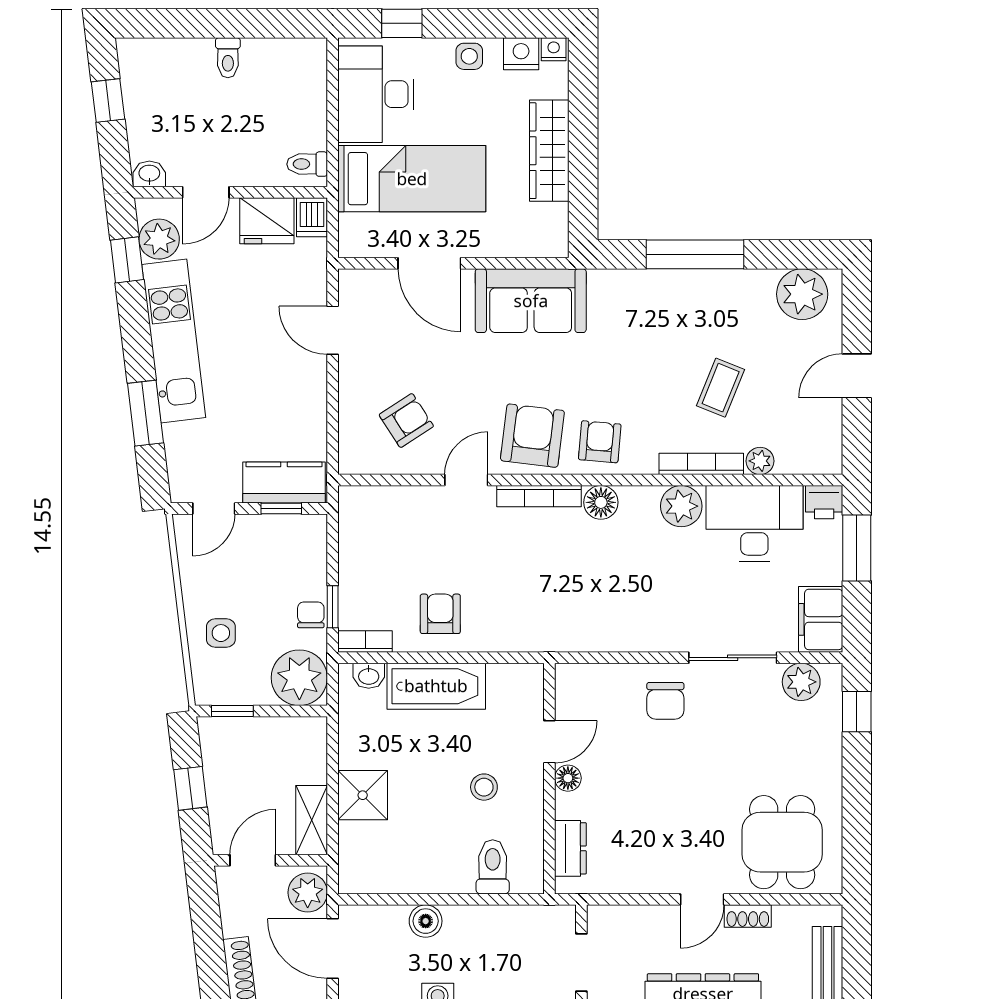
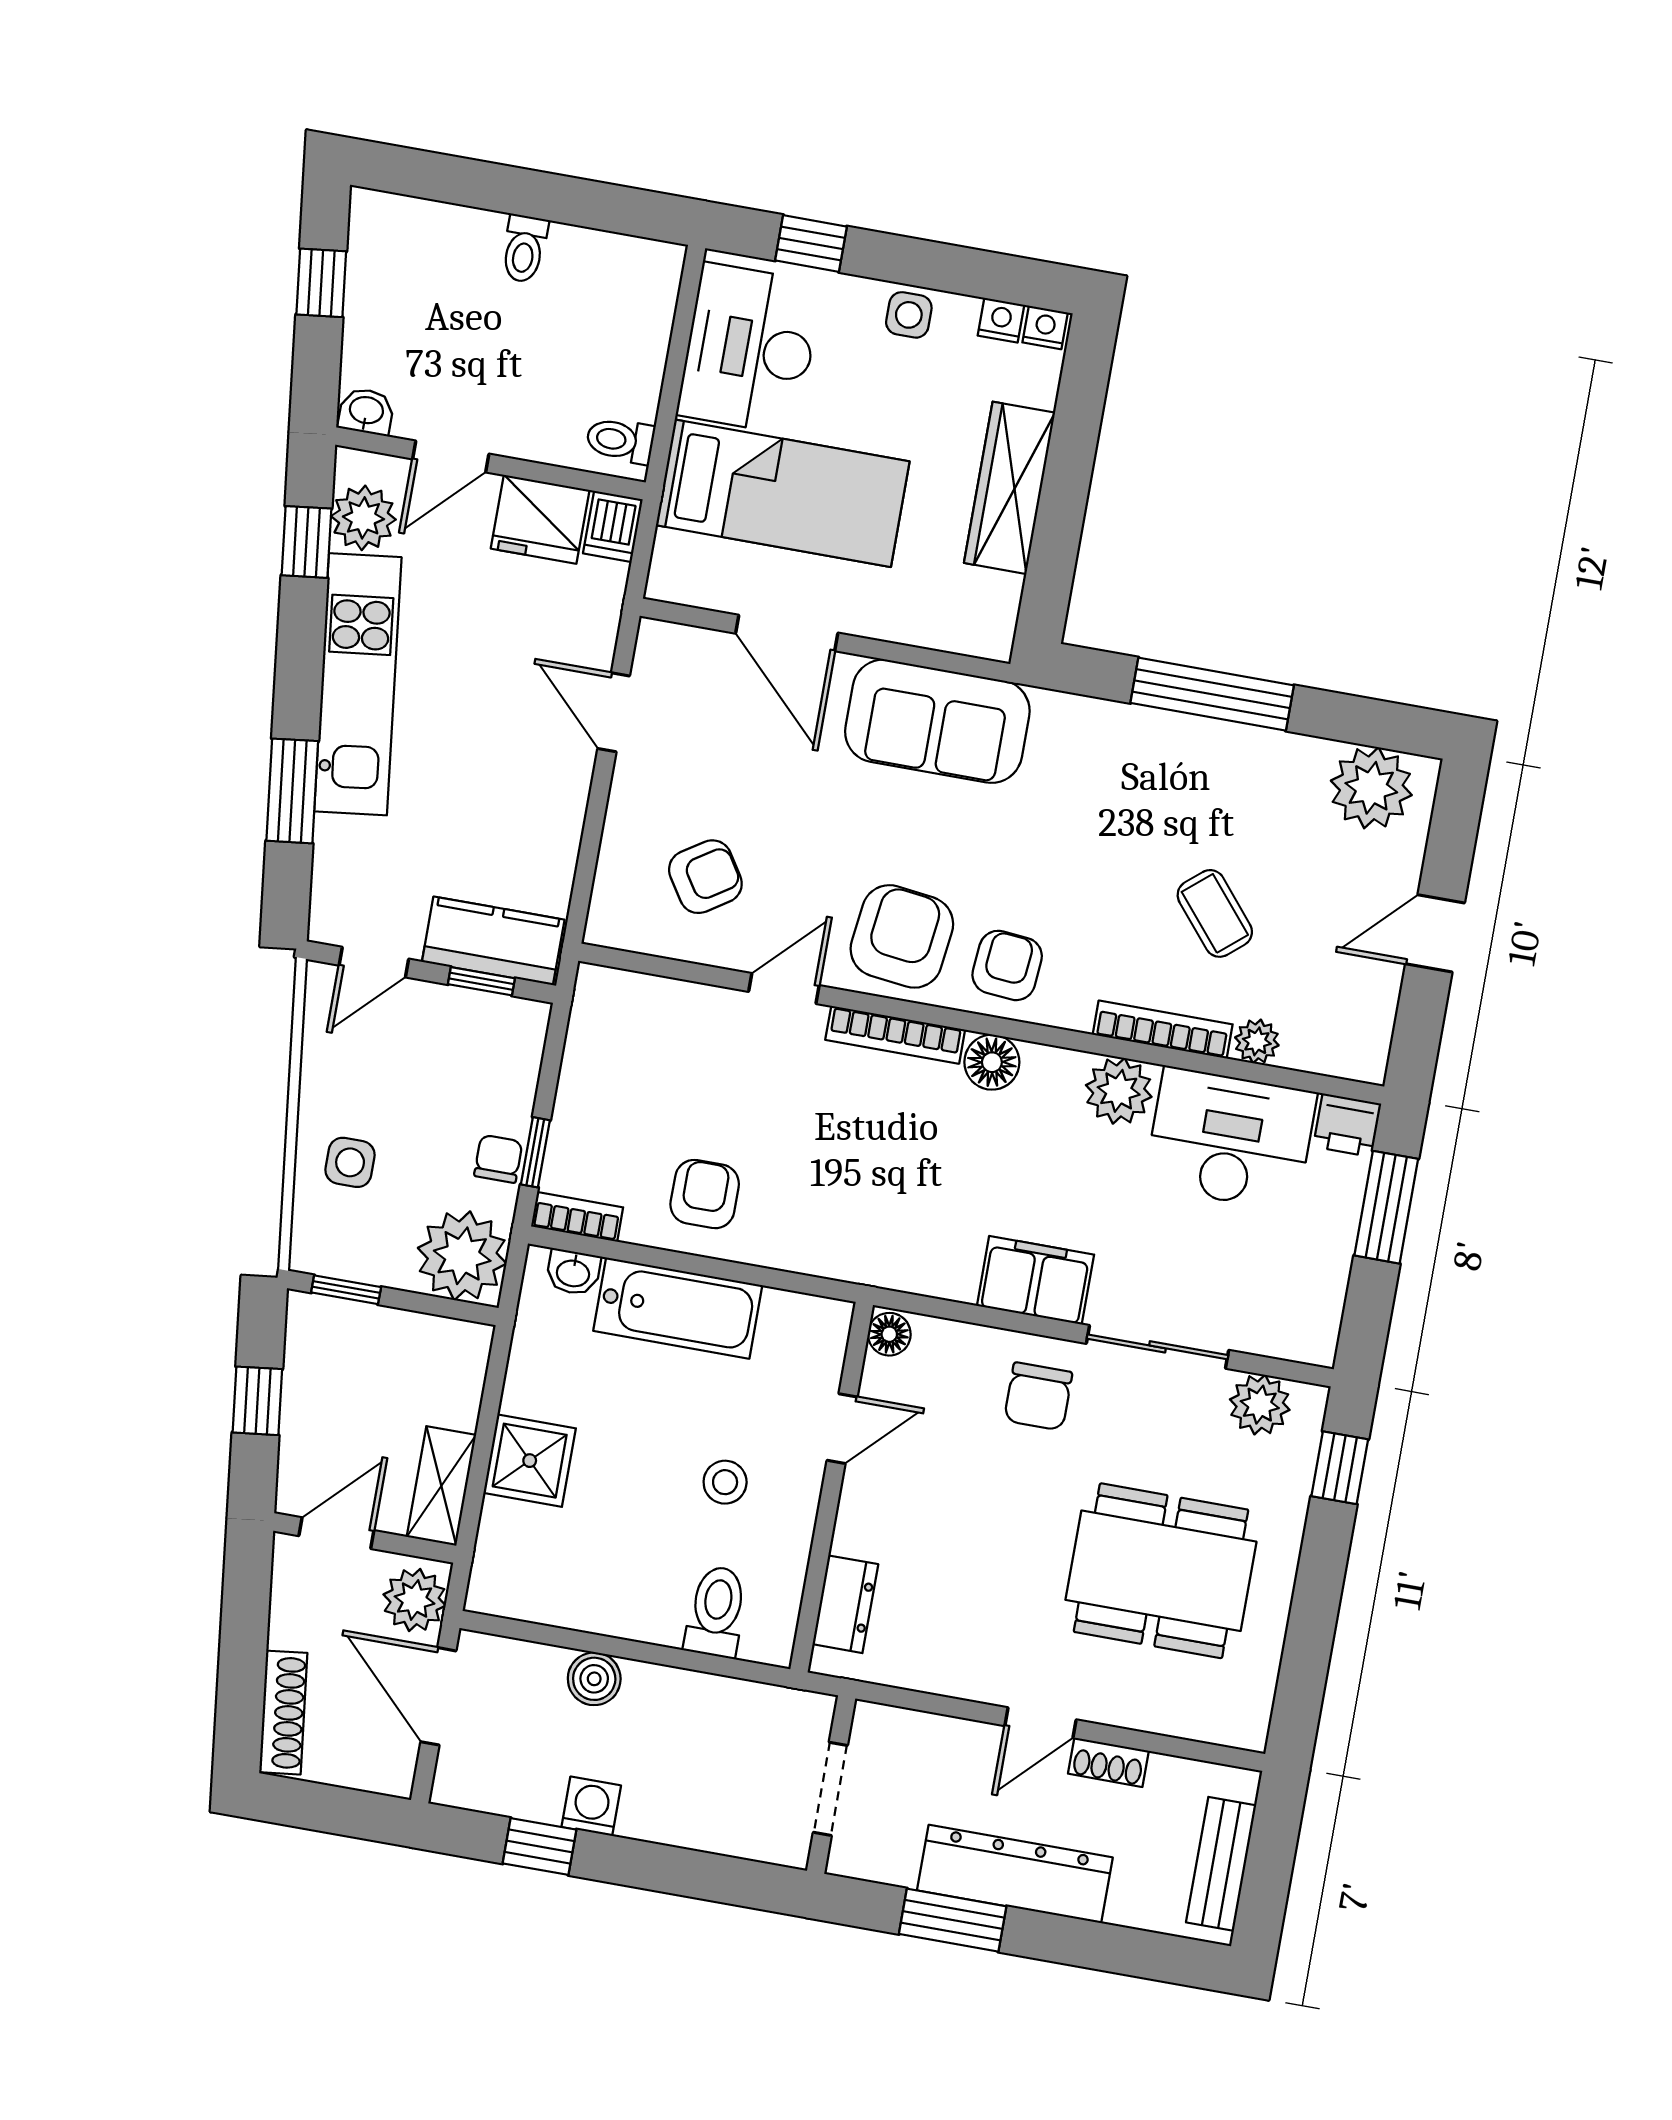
nightstand: (521, 54) -> (1001, 320), width x0.72, depth x0.74
coffee table: (721, 388) -> (1215, 913), turned -62
filing cabinet: (821, 619) -> (1035, 1280), moved, turned 90
floor lamp: (568, 778) -> (889, 1334), moved
dining table: (782, 842) -> (1161, 1571), moved, width x1.38

